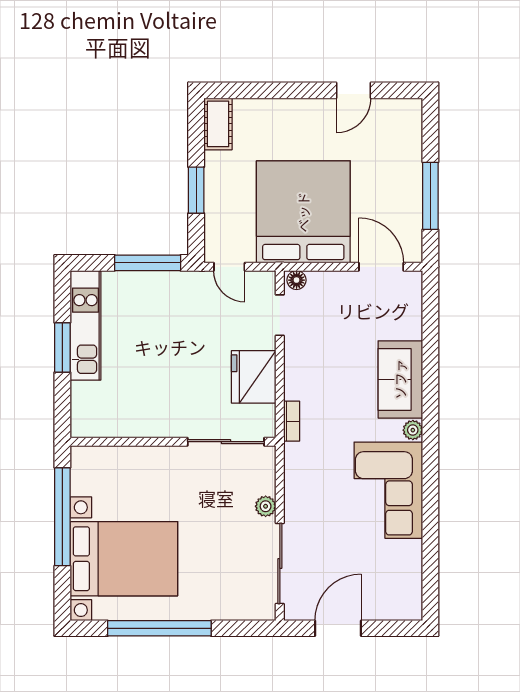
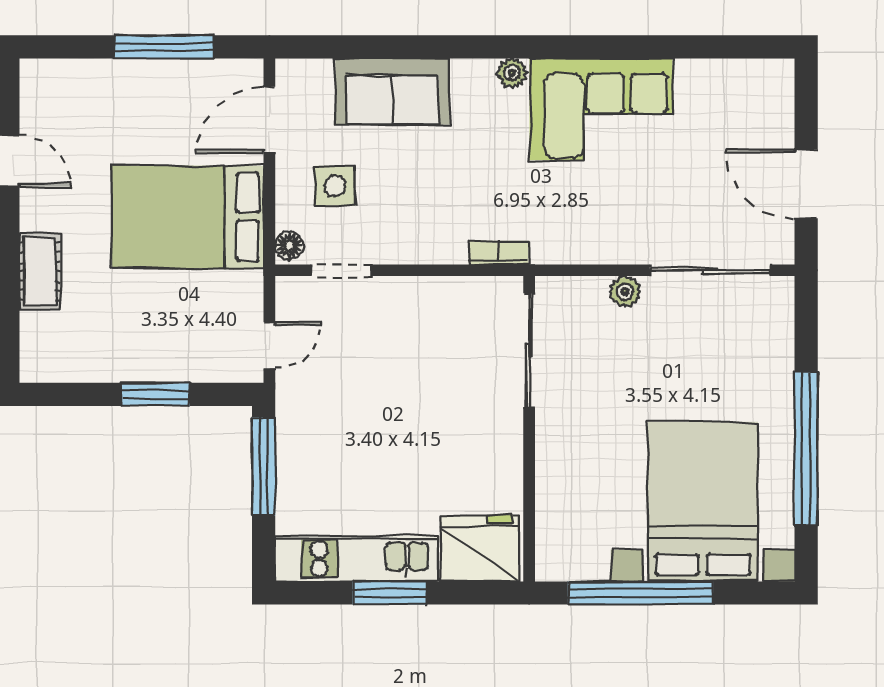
cot: (218, 124) -> (40, 271), moved, turned 90
bed: (303, 212) -> (188, 217), width x0.73
side table: (337, 311) -> (335, 186), added
fridge: (254, 377) -> (480, 548), moved, turned 180
sofa: (400, 379) -> (393, 91), moved

